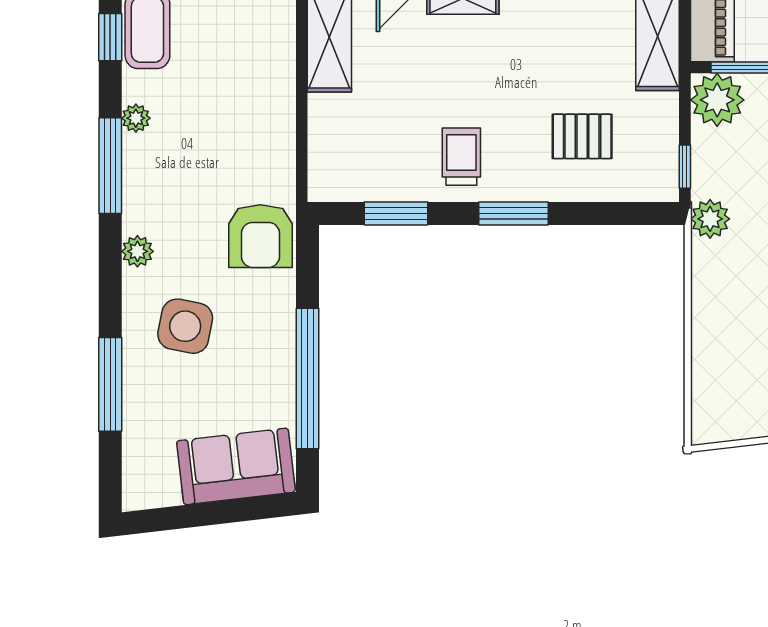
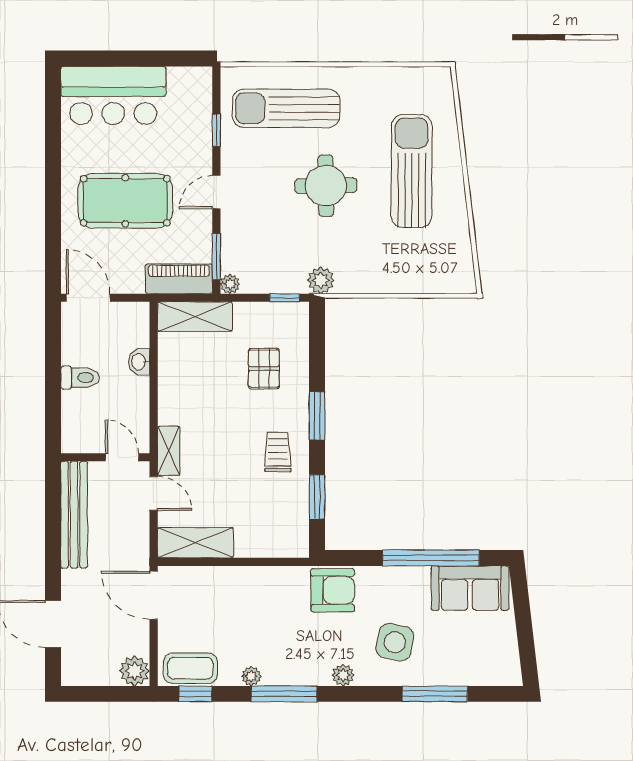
plant: (717, 100) -> (230, 284), width x0.53, depth x0.53
trolley: (461, 157) -> (278, 452), turned 90
sofa: (236, 466) -> (470, 588), moved, turned -83

